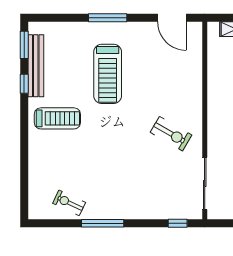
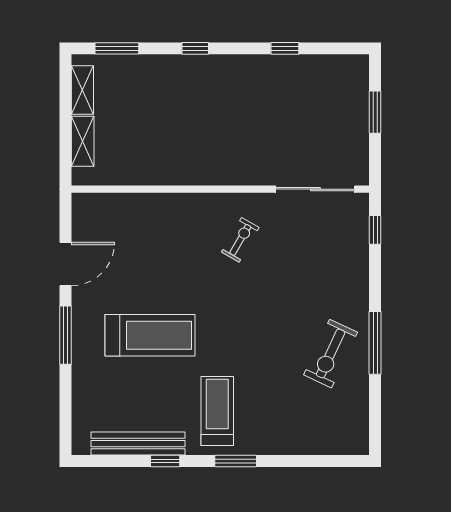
door: (172, 18) -> (66, 264), moved
window: (24, 45) -> (236, 461), moved
exercise bike: (171, 134) -> (240, 240), width x0.73, depth x0.72
exercise bike: (69, 203) -> (331, 354), moved, width x1.38, depth x1.39

